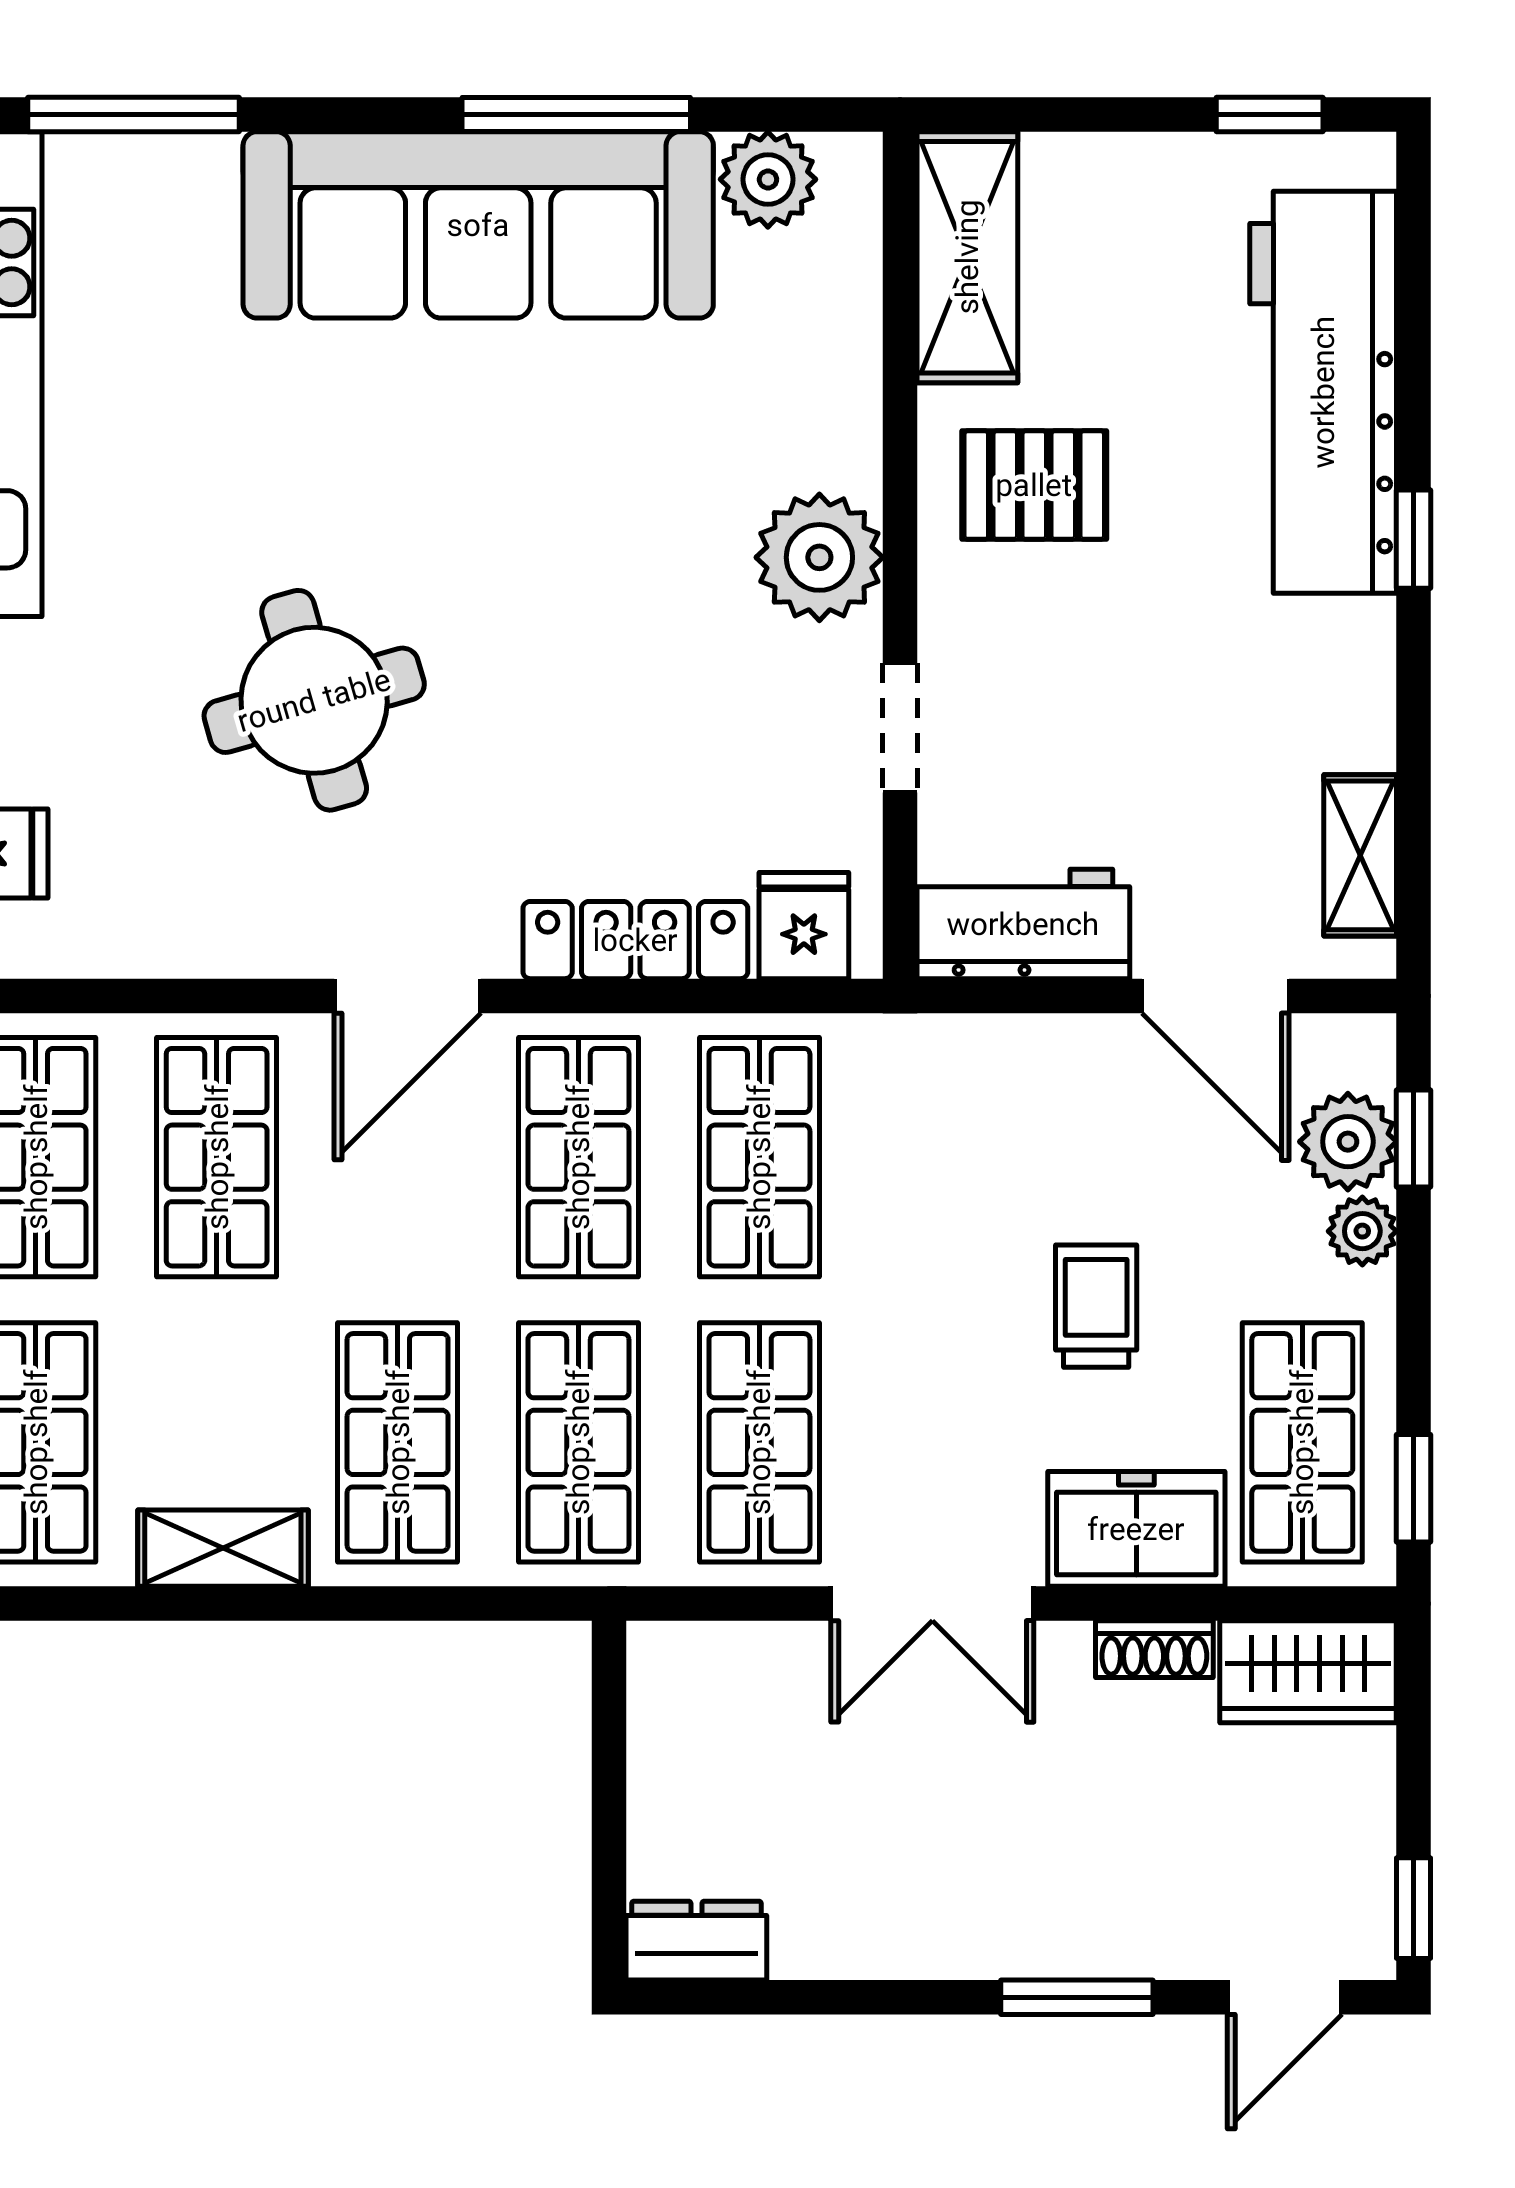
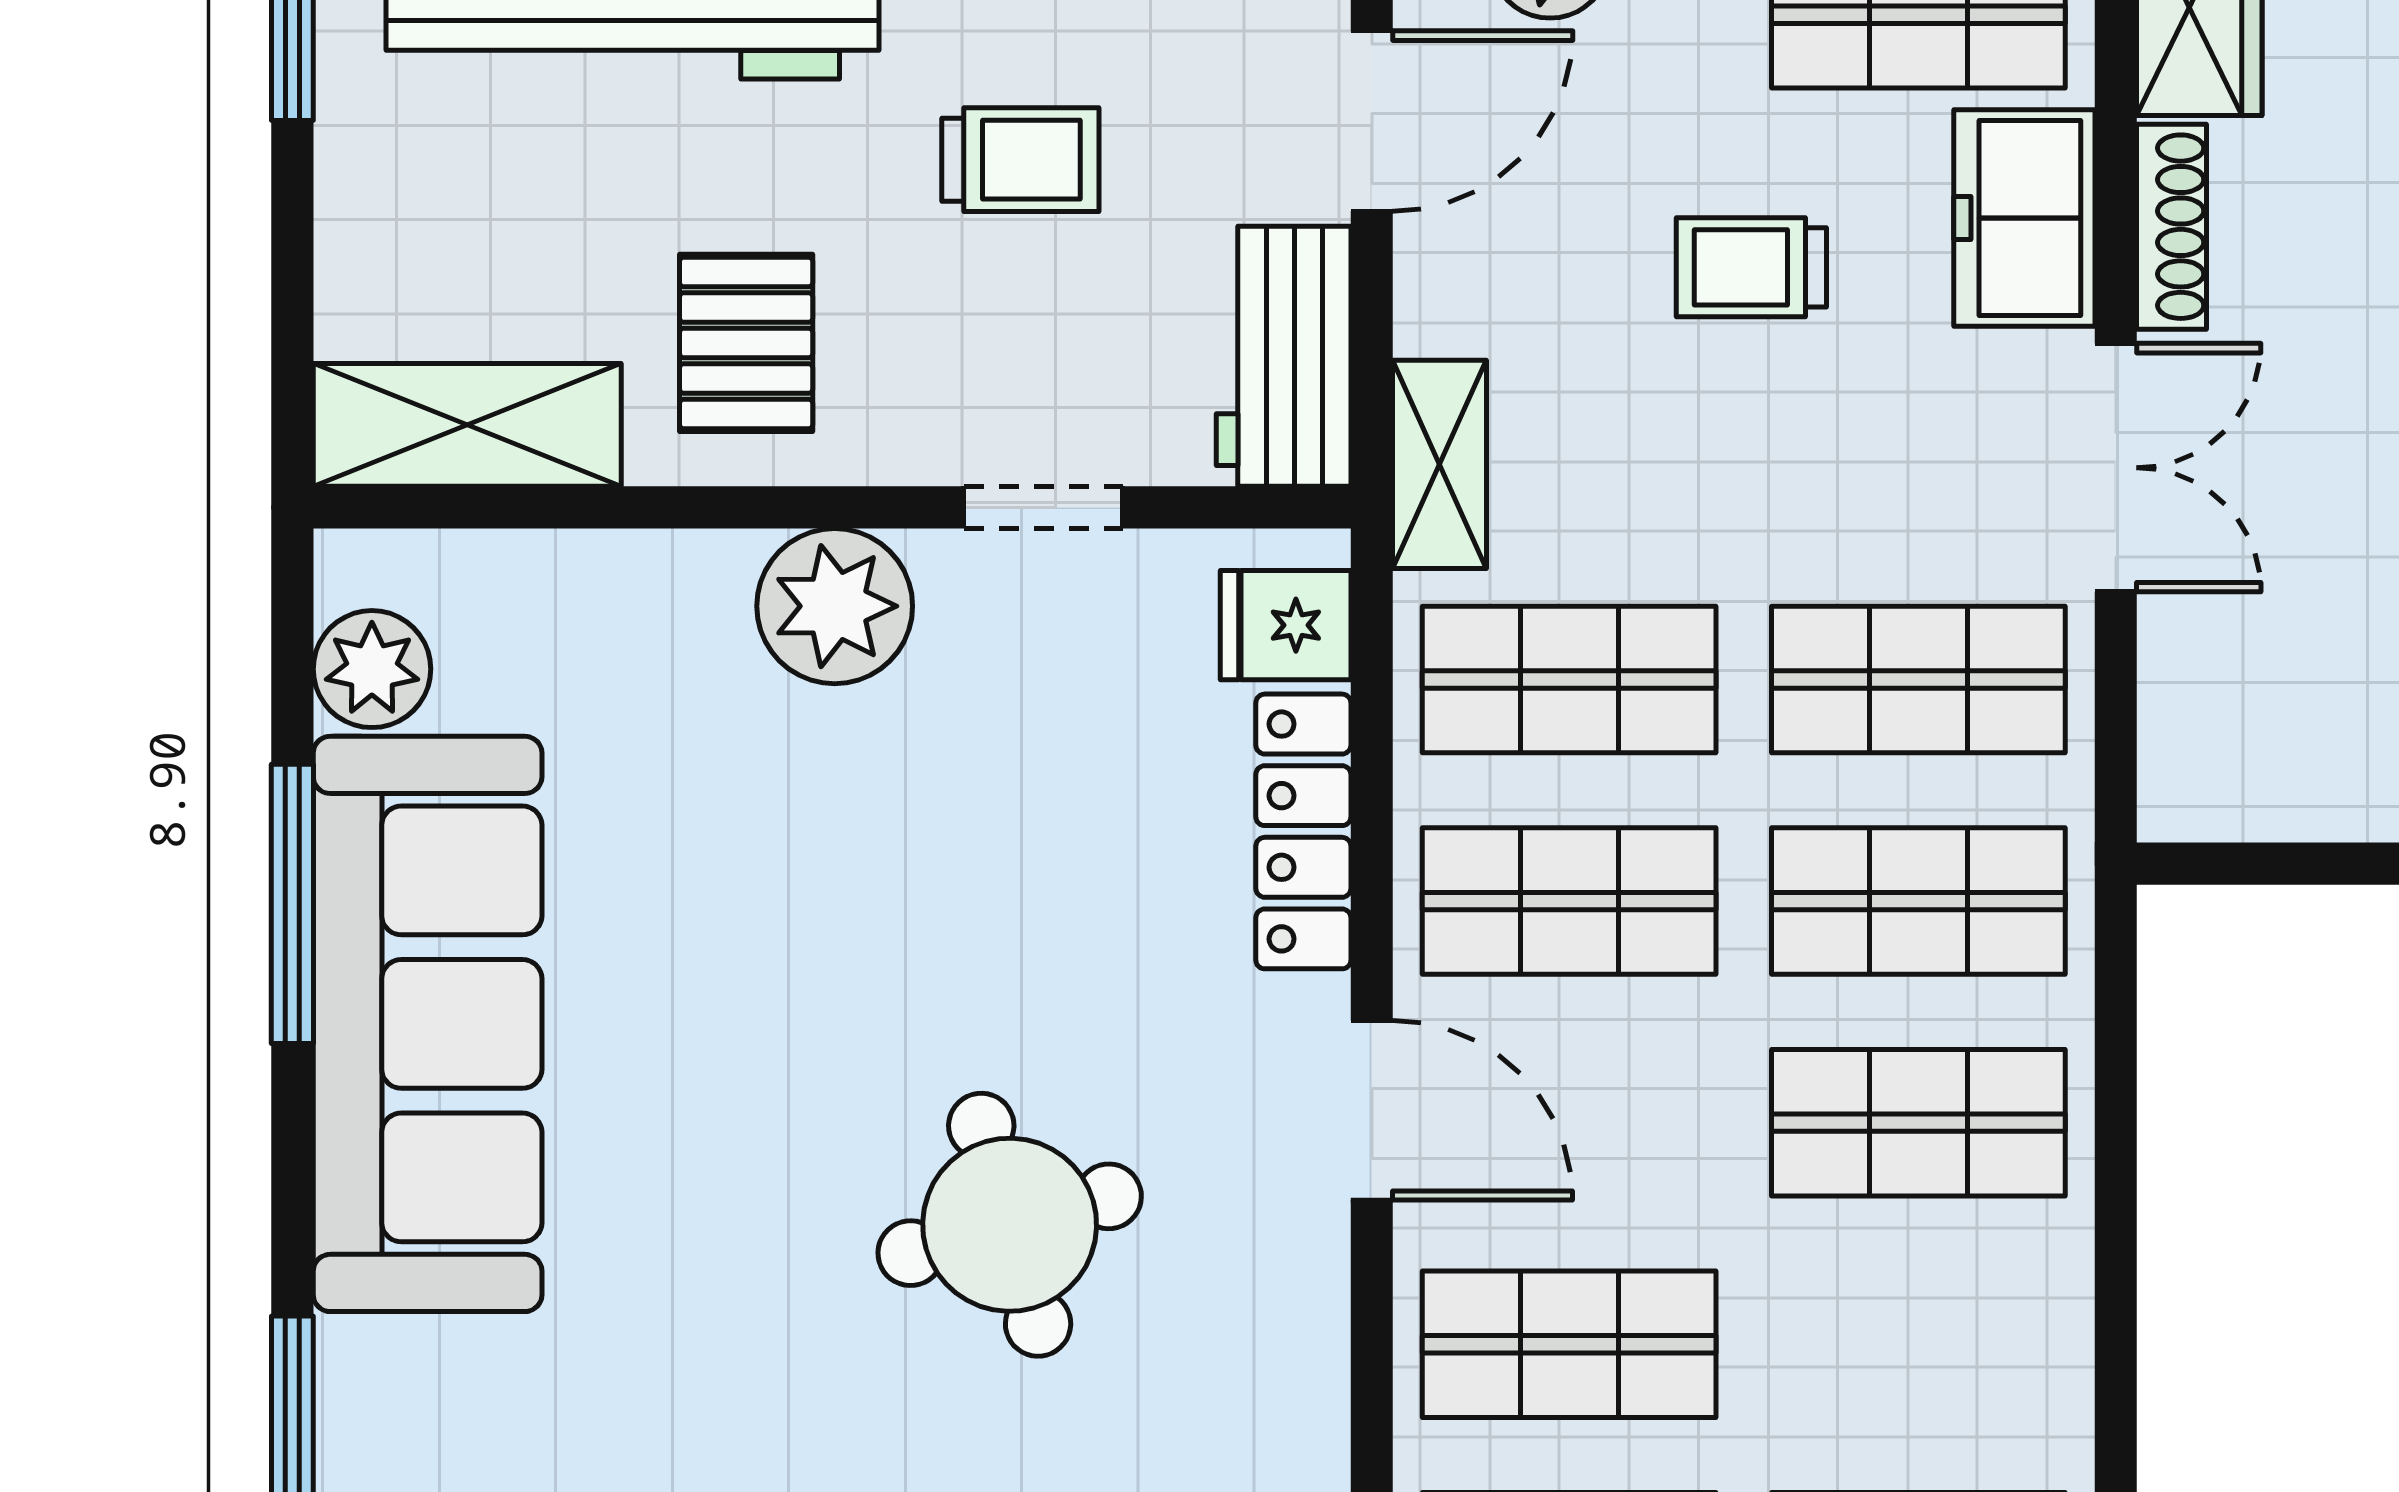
trolley: (1184, 709) -> (1020, 160), added
shelving: (223, 1548) -> (1440, 464), moved
shoe rack: (1154, 1649) -> (2172, 227), width x1.43

